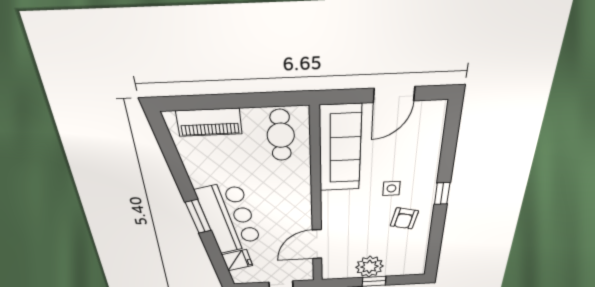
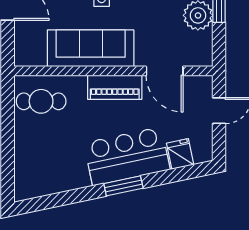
piano: (209, 122) -> (115, 87), moved, turned 90
sofa: (340, 149) -> (91, 48), moved

